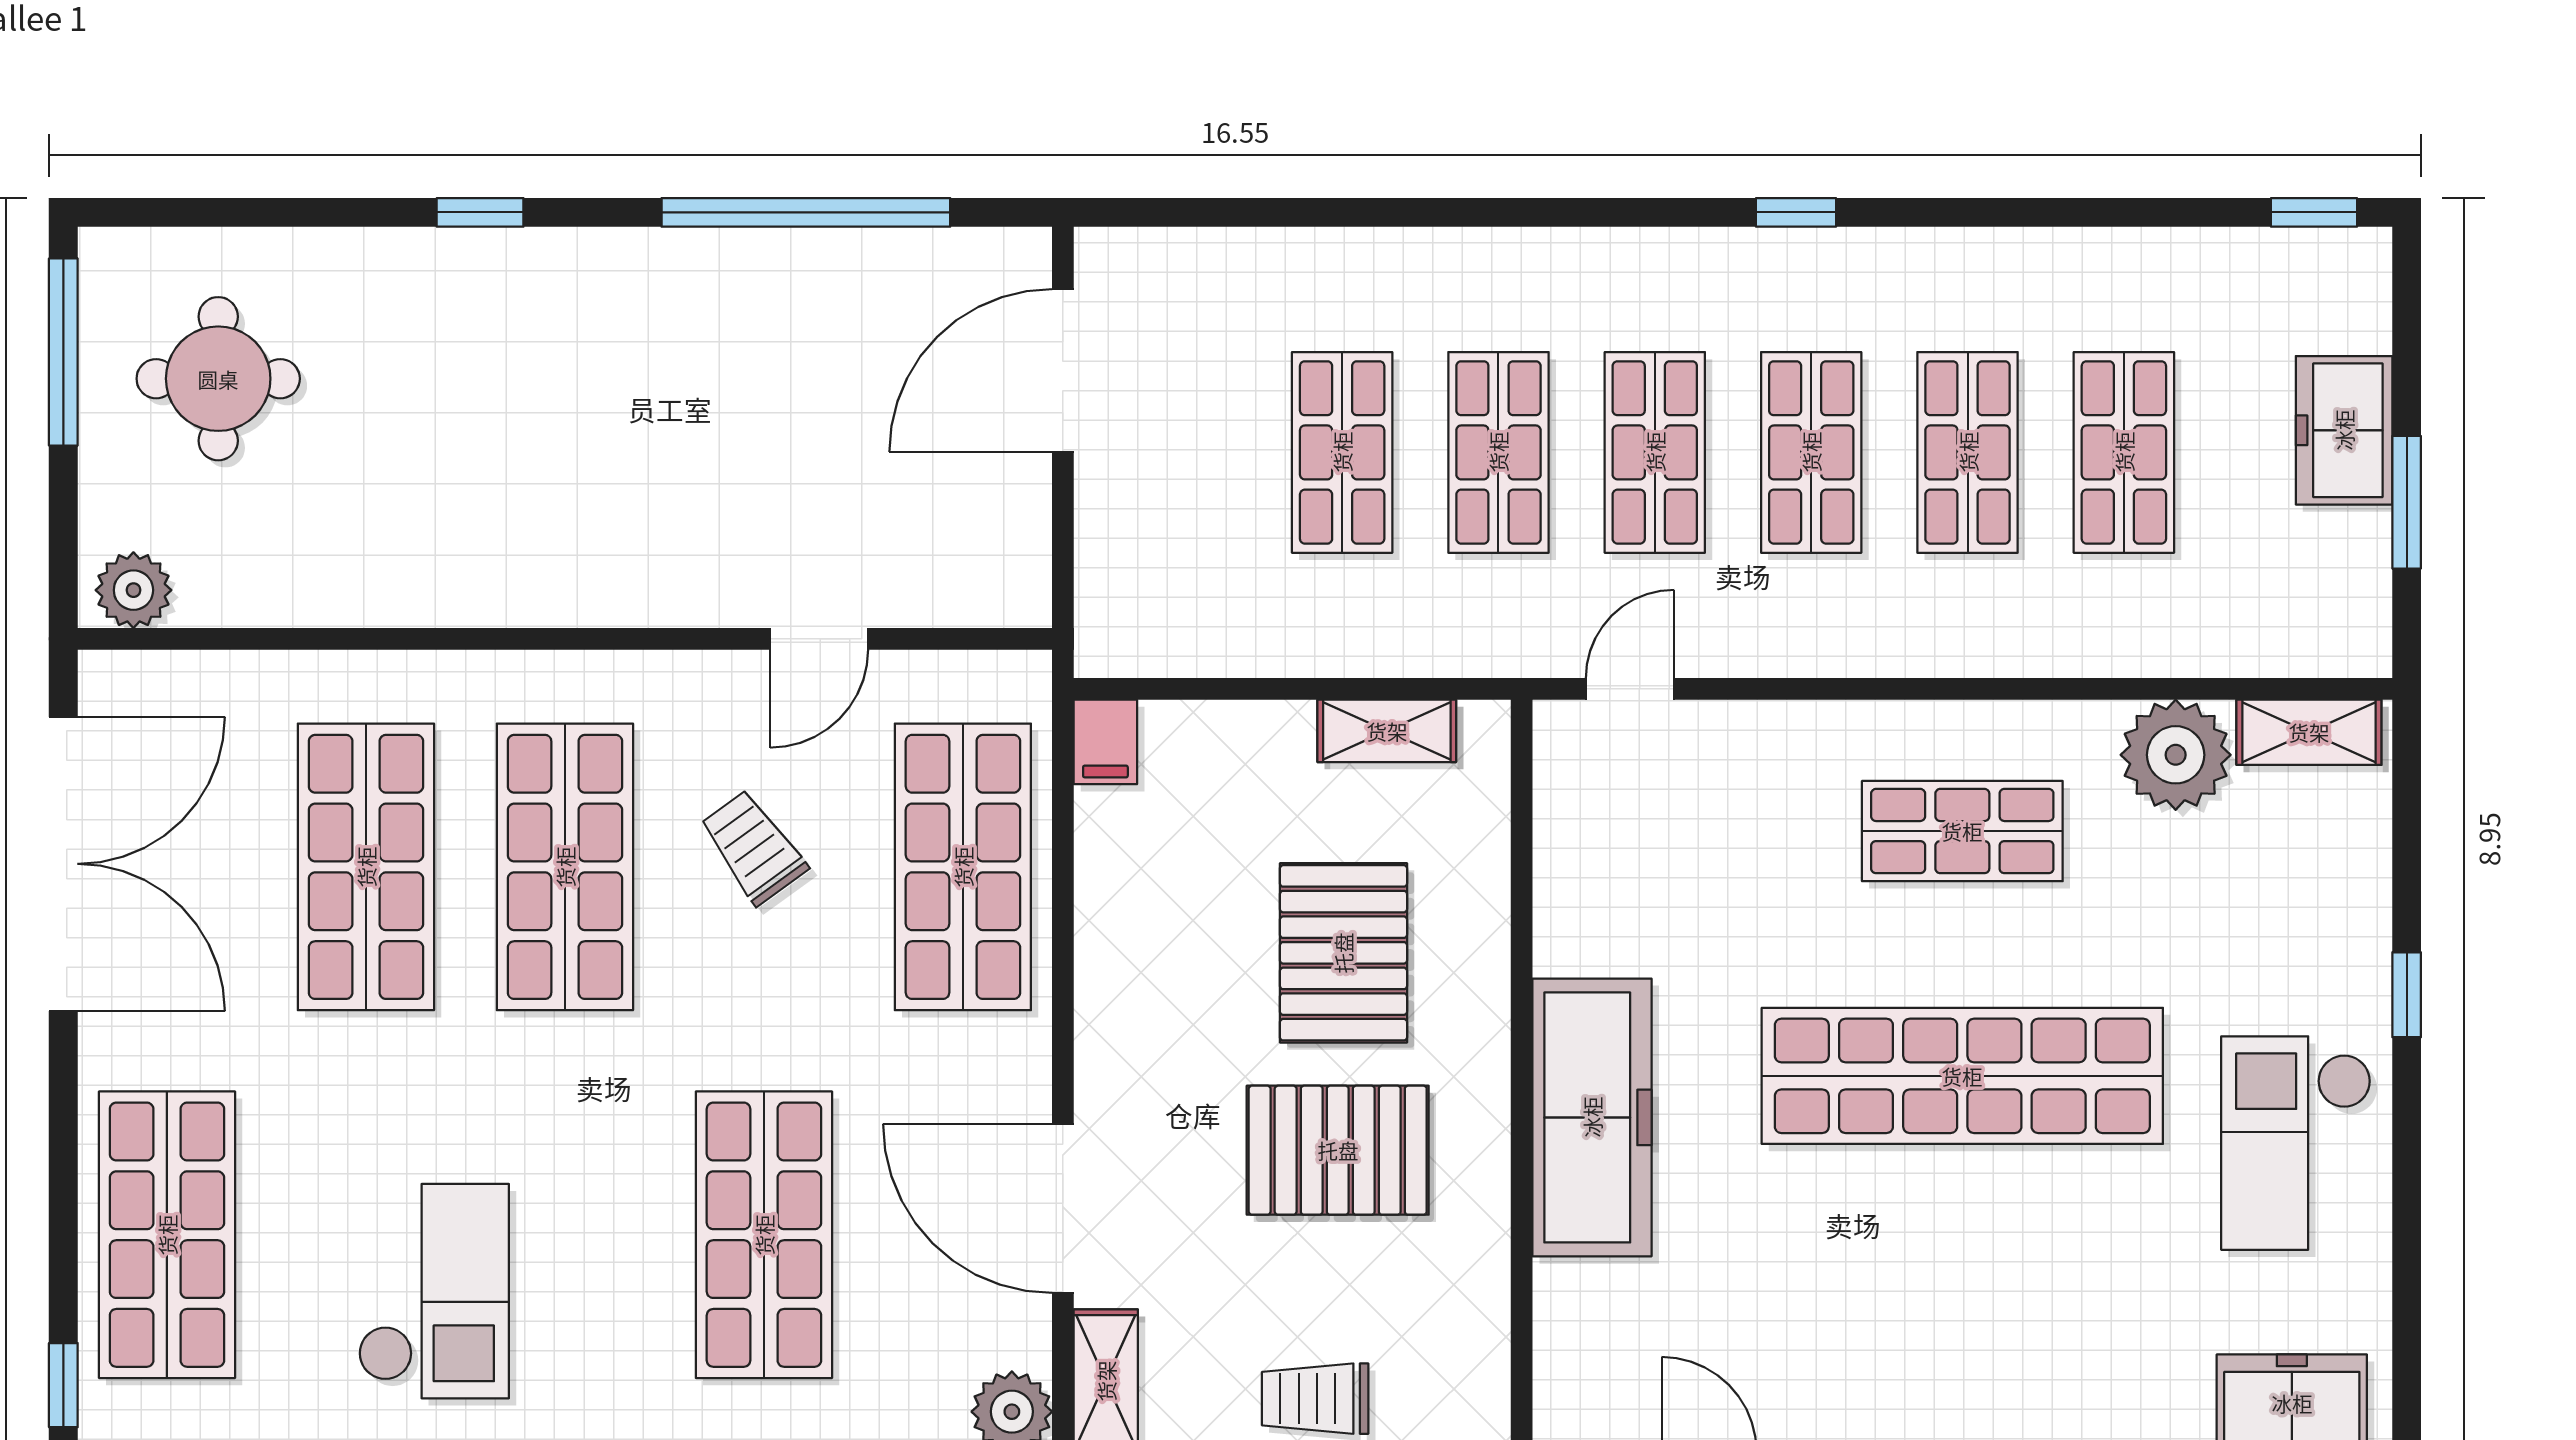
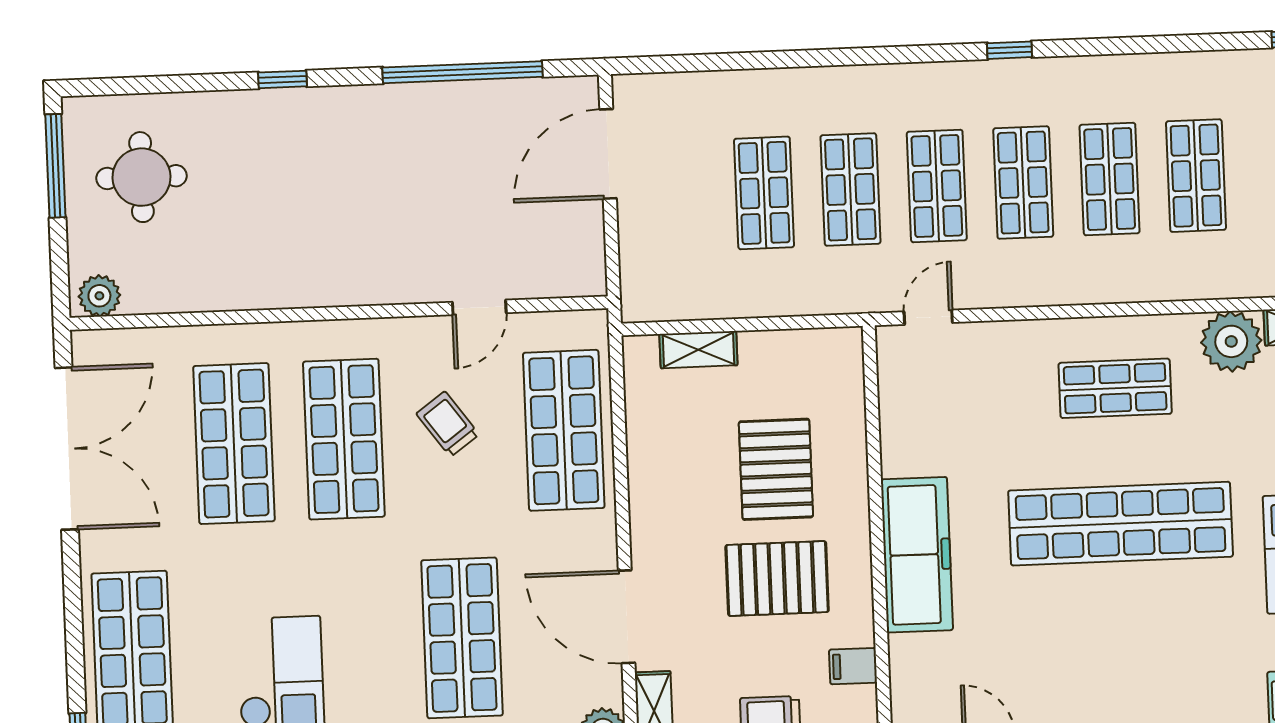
shelving: (1387, 731) -> (698, 350), moved
filing cabinet: (1105, 742) -> (853, 666), moved, turned 90

